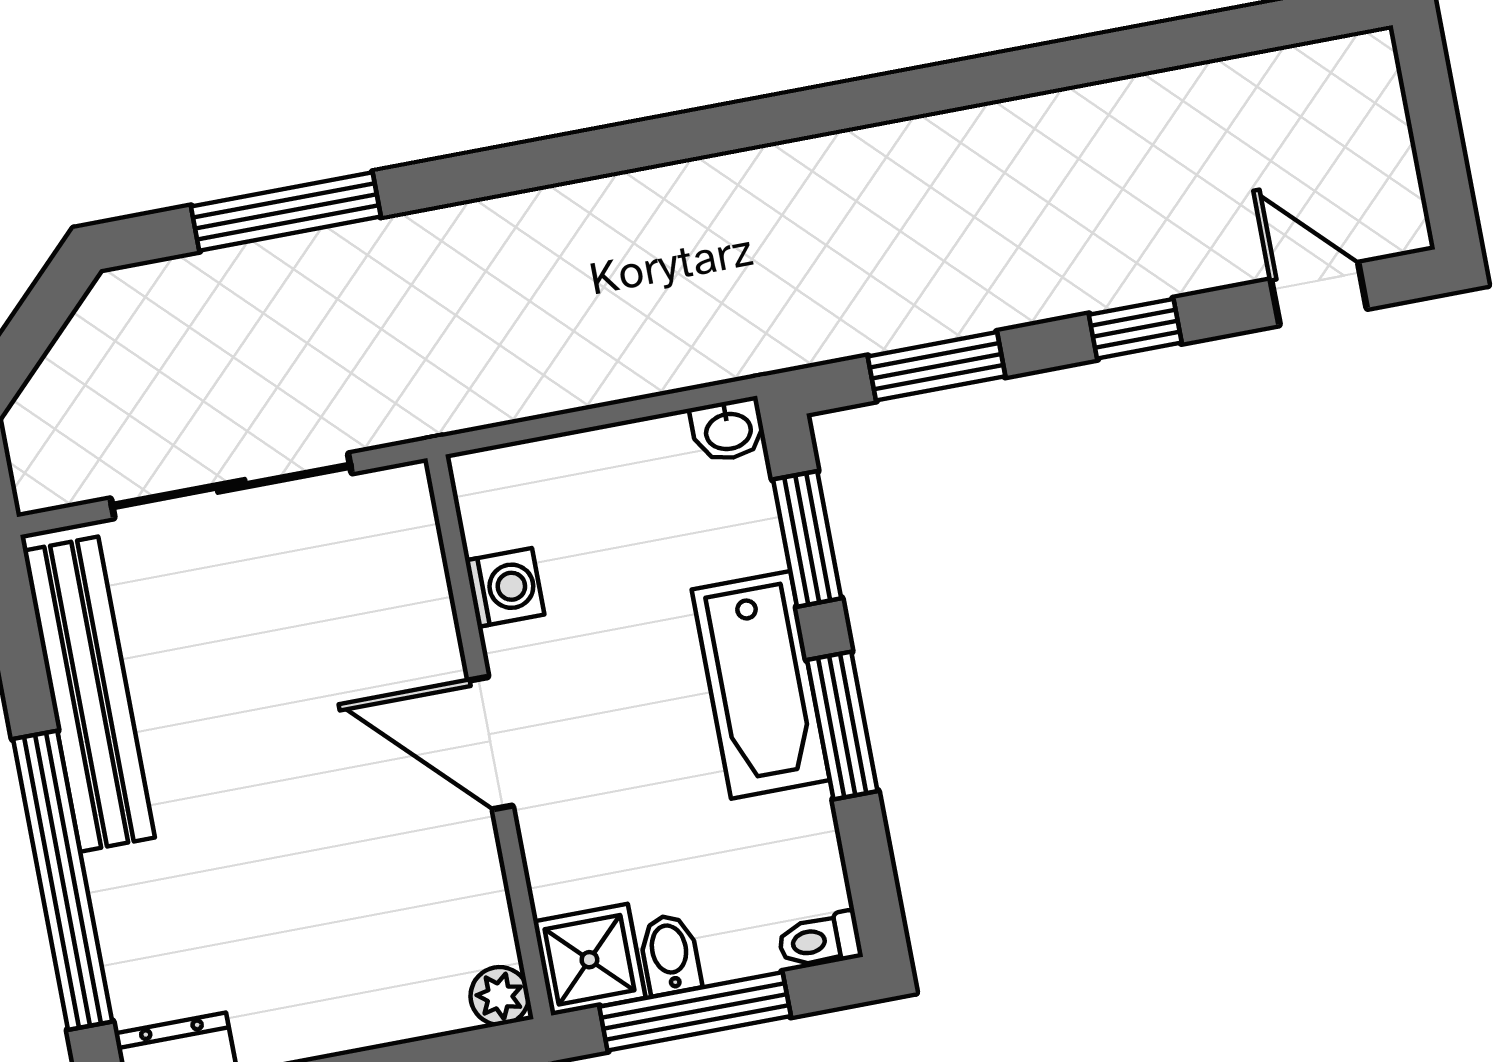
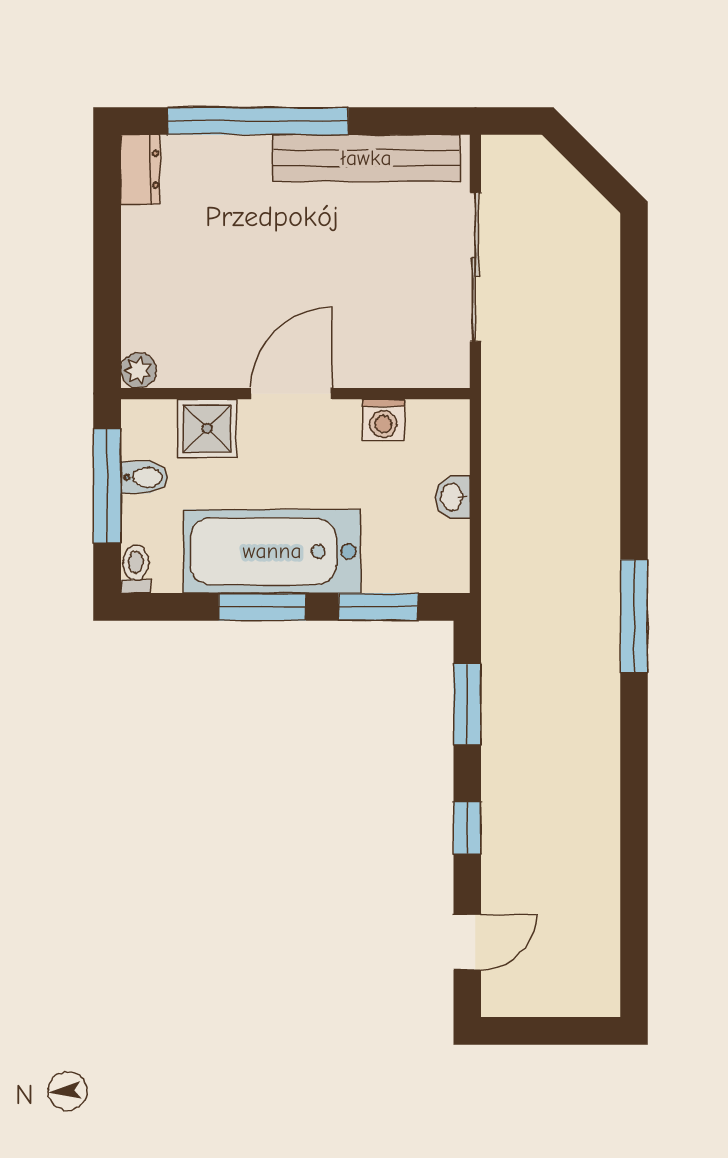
window: (286, 211) -> (634, 616), moved
washbasin: (728, 430) -> (453, 497), moved
bathtub: (761, 685) -> (272, 551), width x1.36, depth x1.36
shower: (589, 960) -> (207, 428), moved

